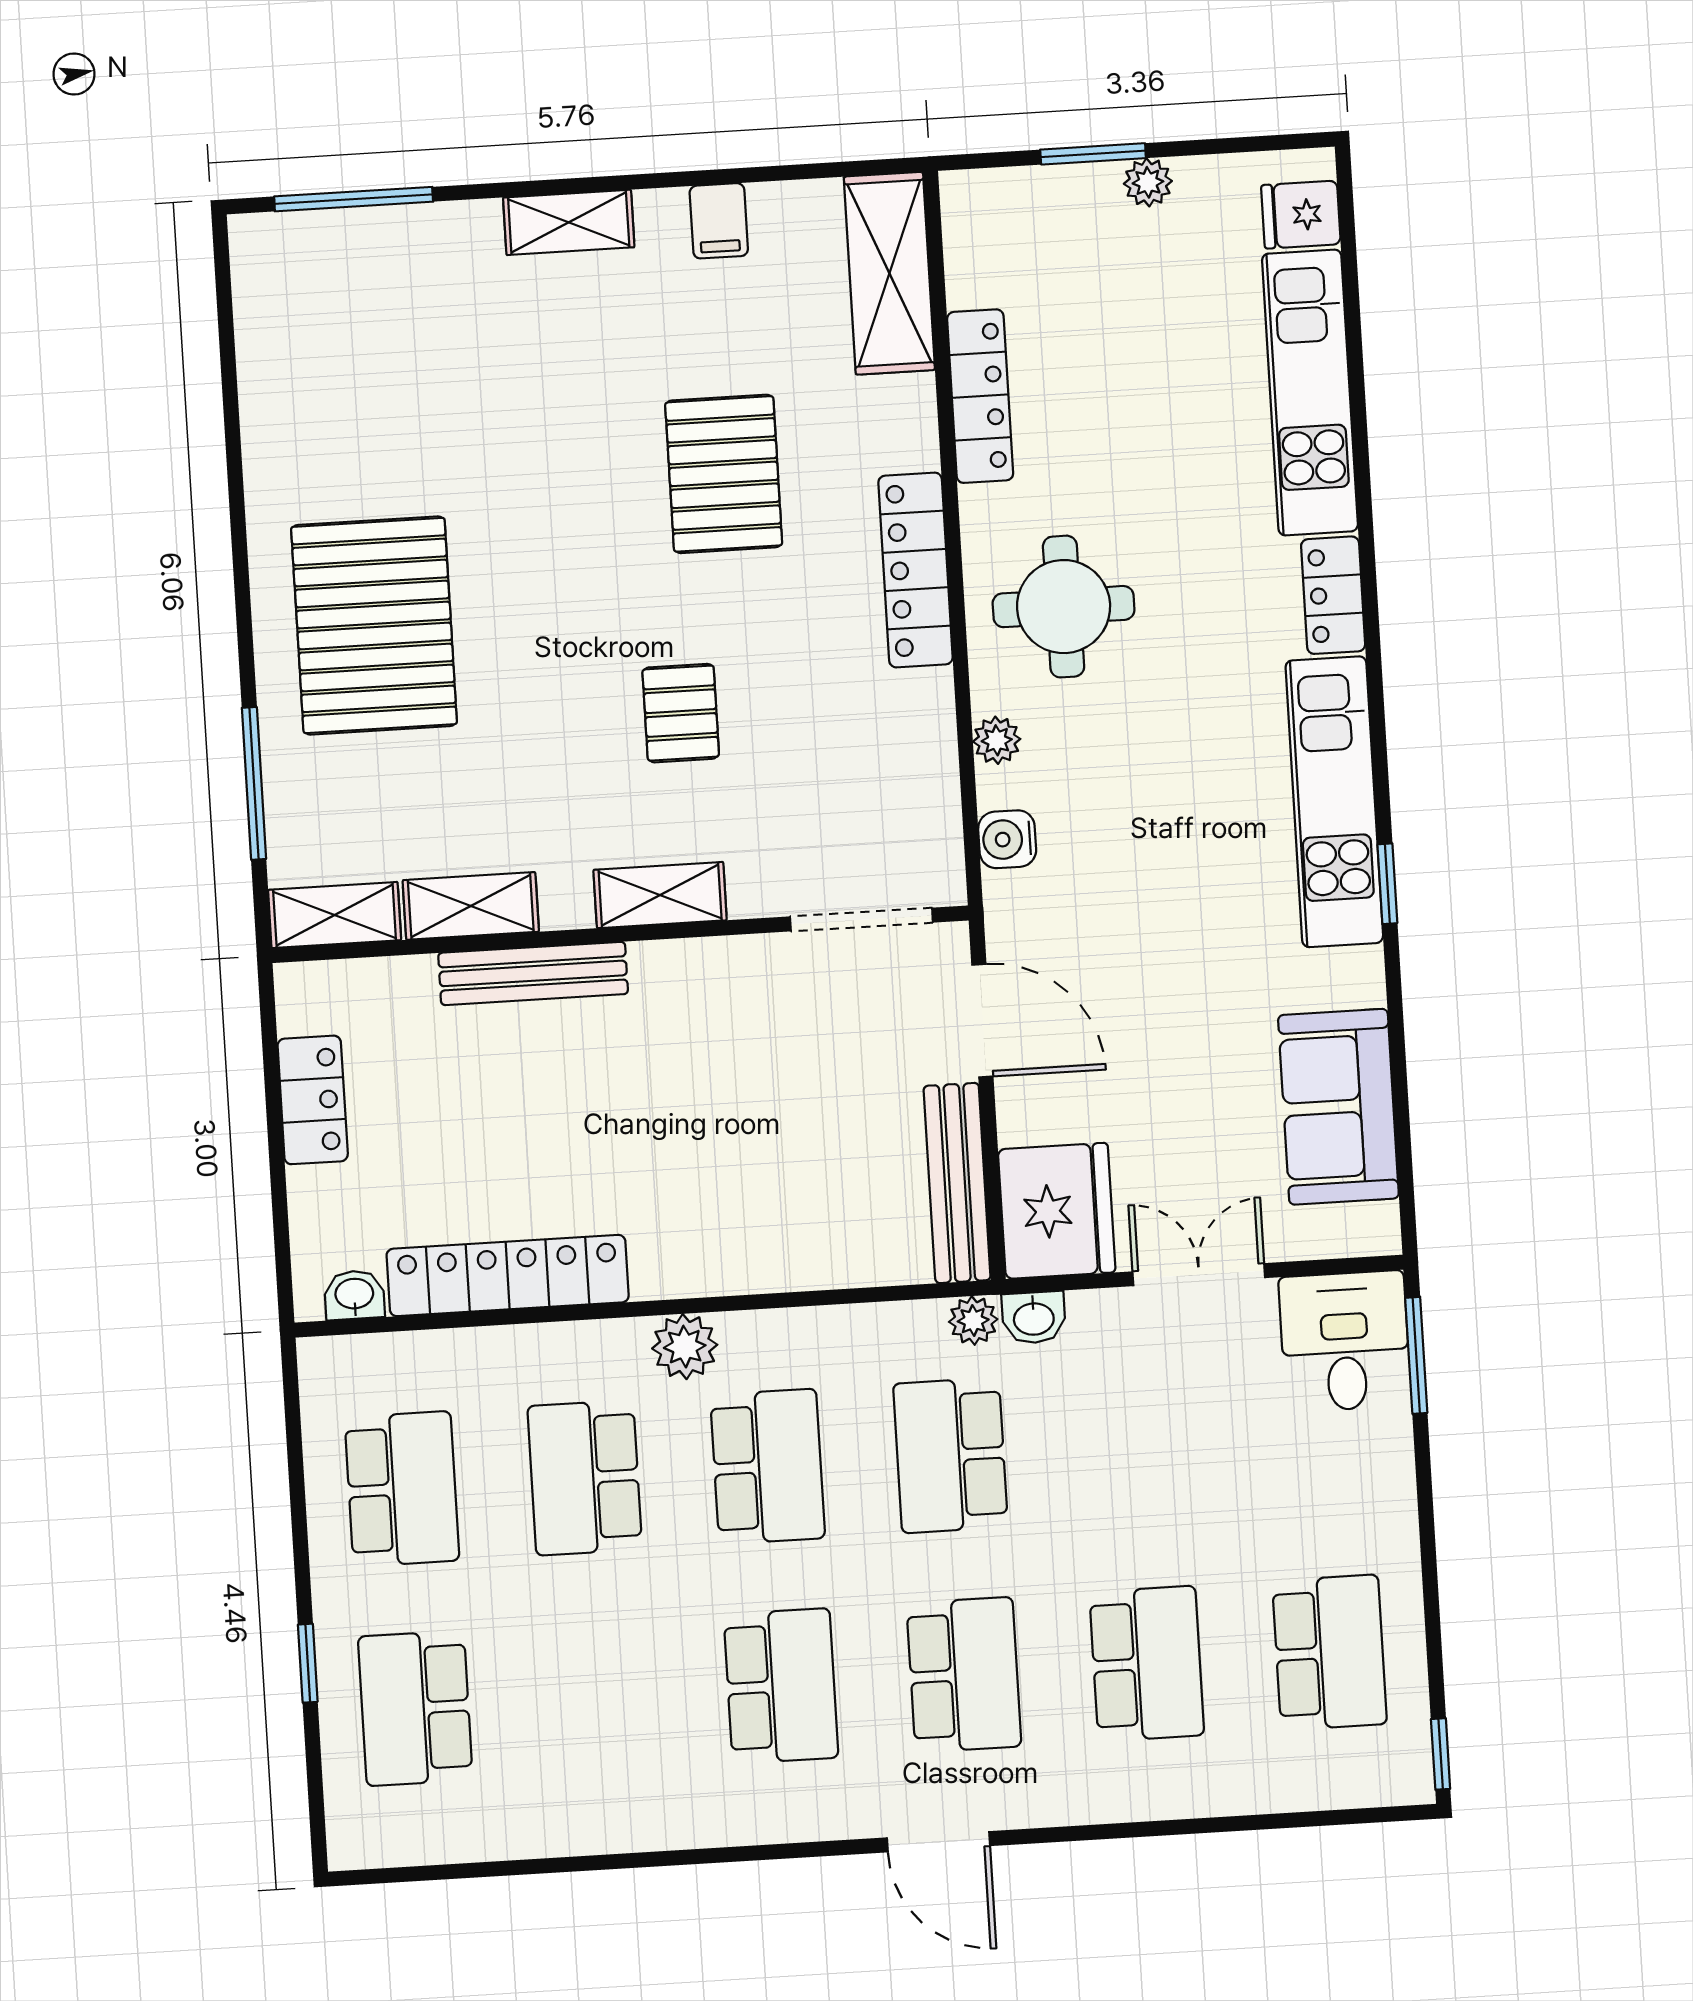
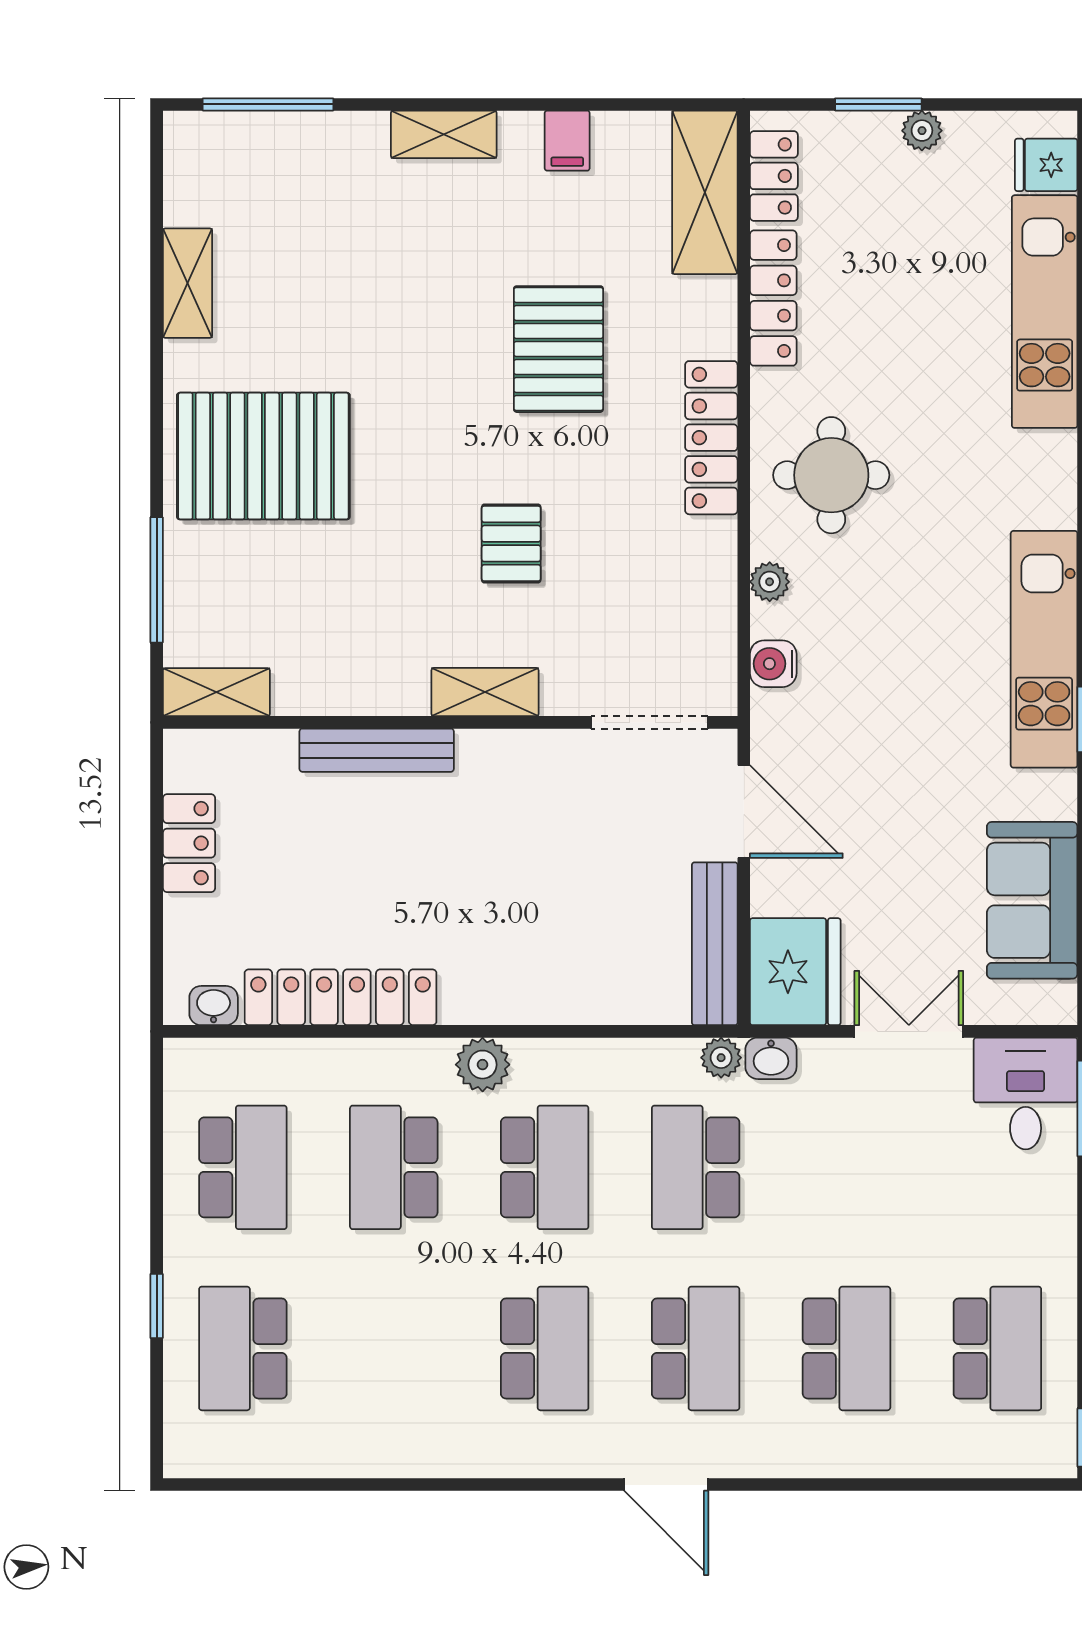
locker: (1333, 595) -> (774, 176), moved, turned 180
pallet: (374, 625) -> (263, 456), turned 90
shelving: (471, 906) -> (188, 283), moved, turned 90

